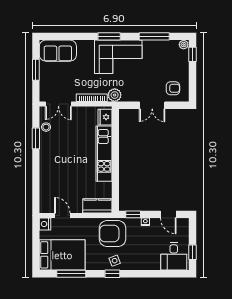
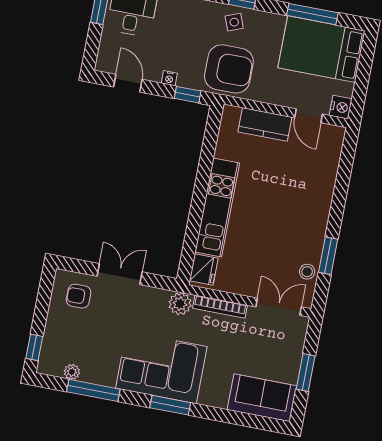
plant: (184, 45) -> (72, 372), moved
kitchen counter: (97, 206) -> (265, 124), moved

